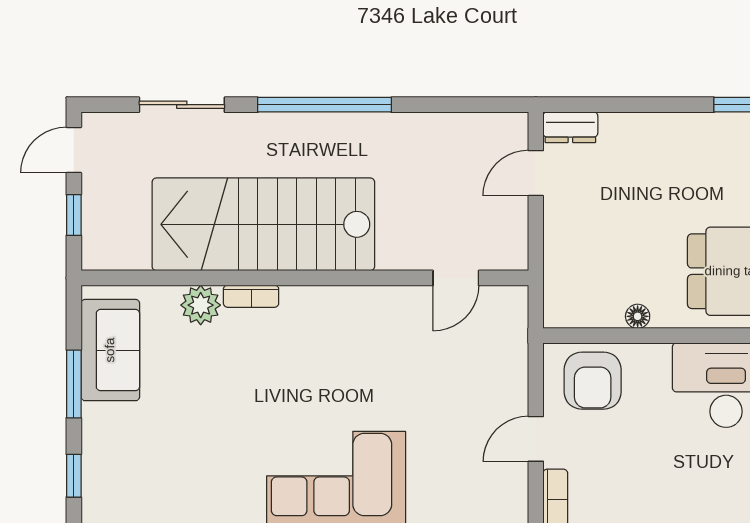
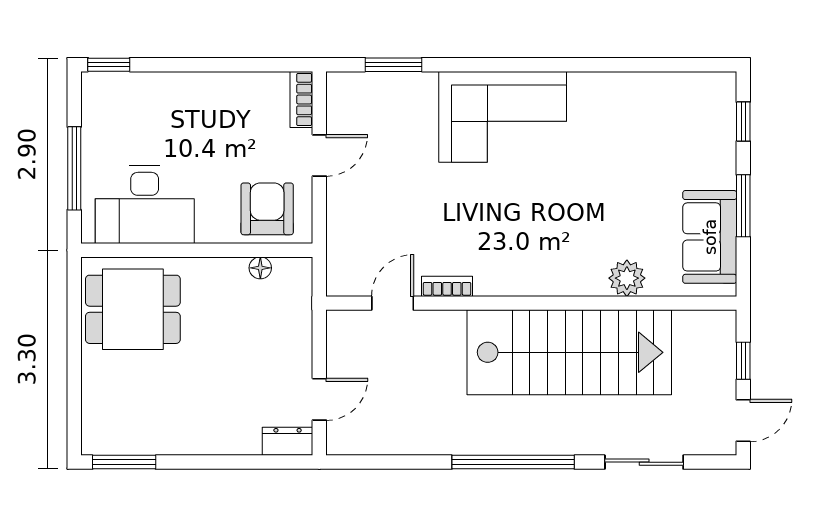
bookcase: (251, 296) -> (447, 286), moved
floor lamp: (638, 316) -> (260, 268), moved

